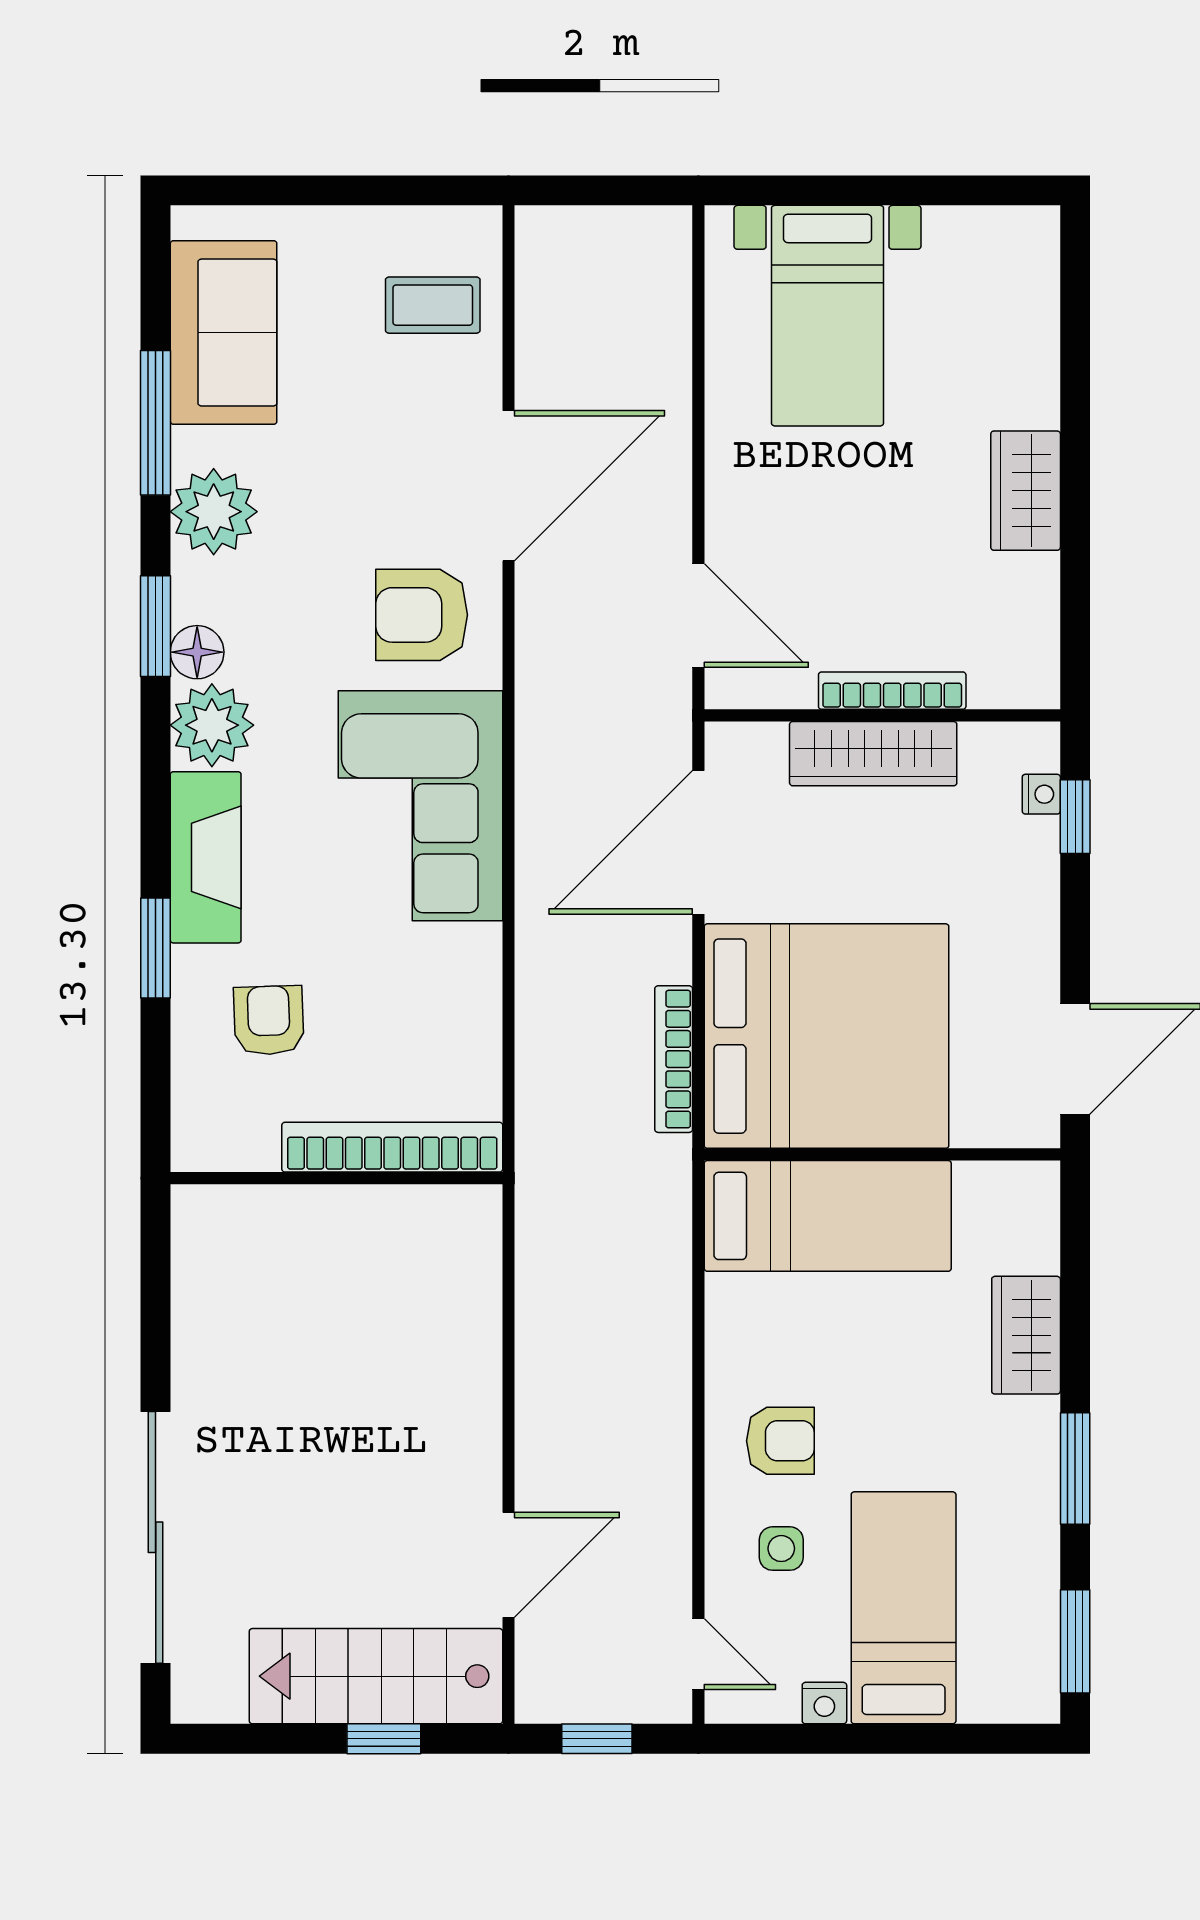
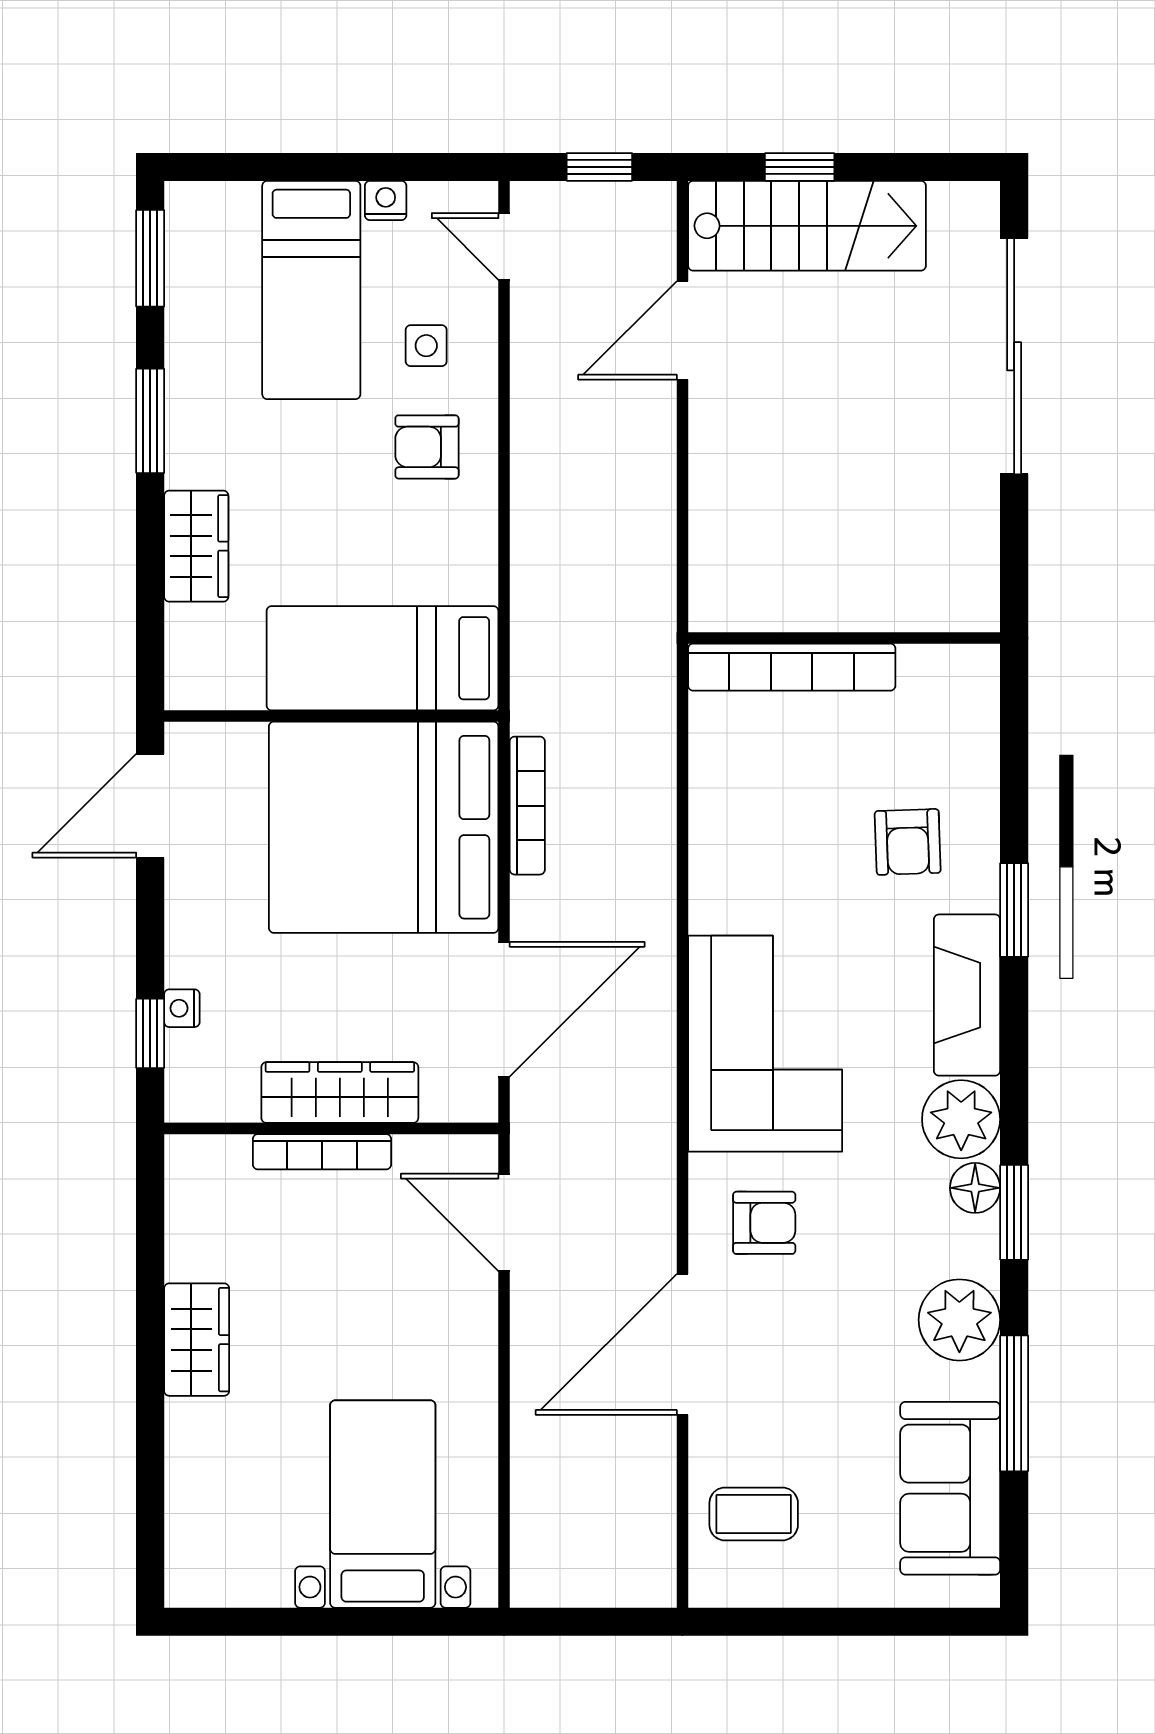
armchair: (422, 615) -> (764, 1223), width x0.72, depth x0.72
nightstand: (1041, 794) -> (182, 1008), moved
bookcase: (392, 1147) -> (792, 667), moved
wall: (336, 1178) -> (844, 638), moved

